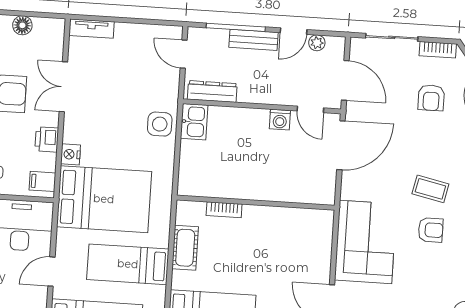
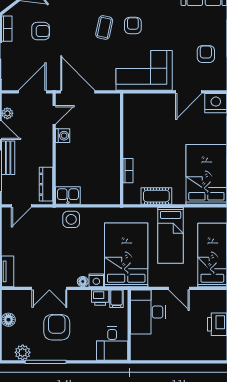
floor lamp: (70, 135) -> (83, 282), added
printer: (47, 139) -> (100, 298), moved

